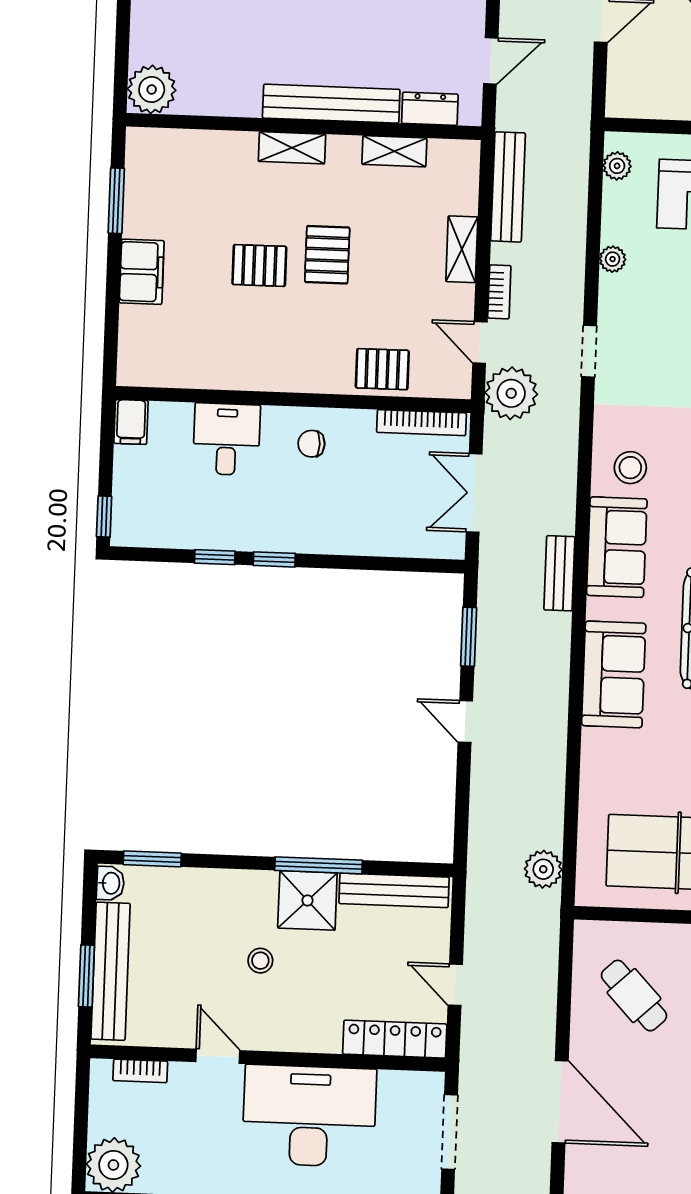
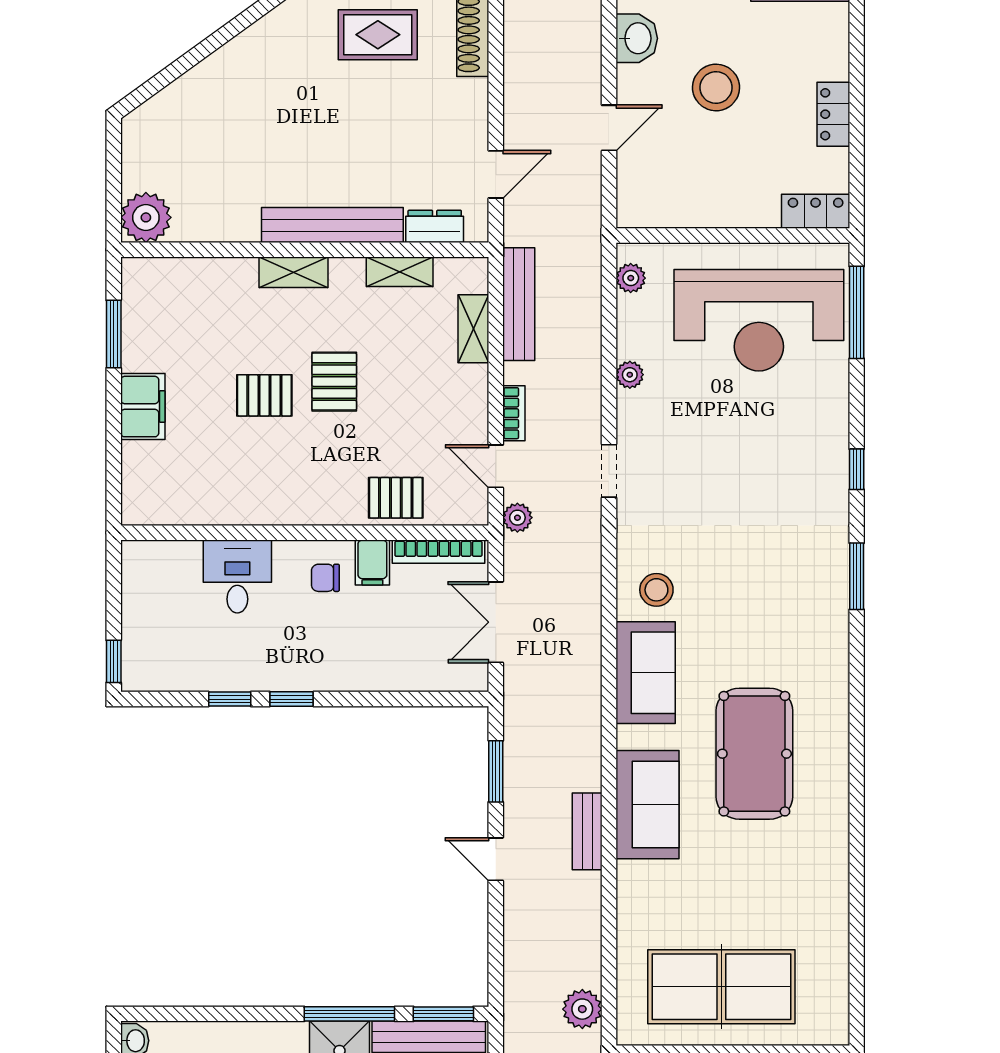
shelving: (462, 249) -> (473, 329), moved
plant: (511, 393) -> (517, 518), width x0.53, depth x0.53
filing cabinet: (131, 422) -> (372, 562), moved
bench: (559, 573) -> (587, 831), moved
window: (152, 859) -> (443, 1014), moved

